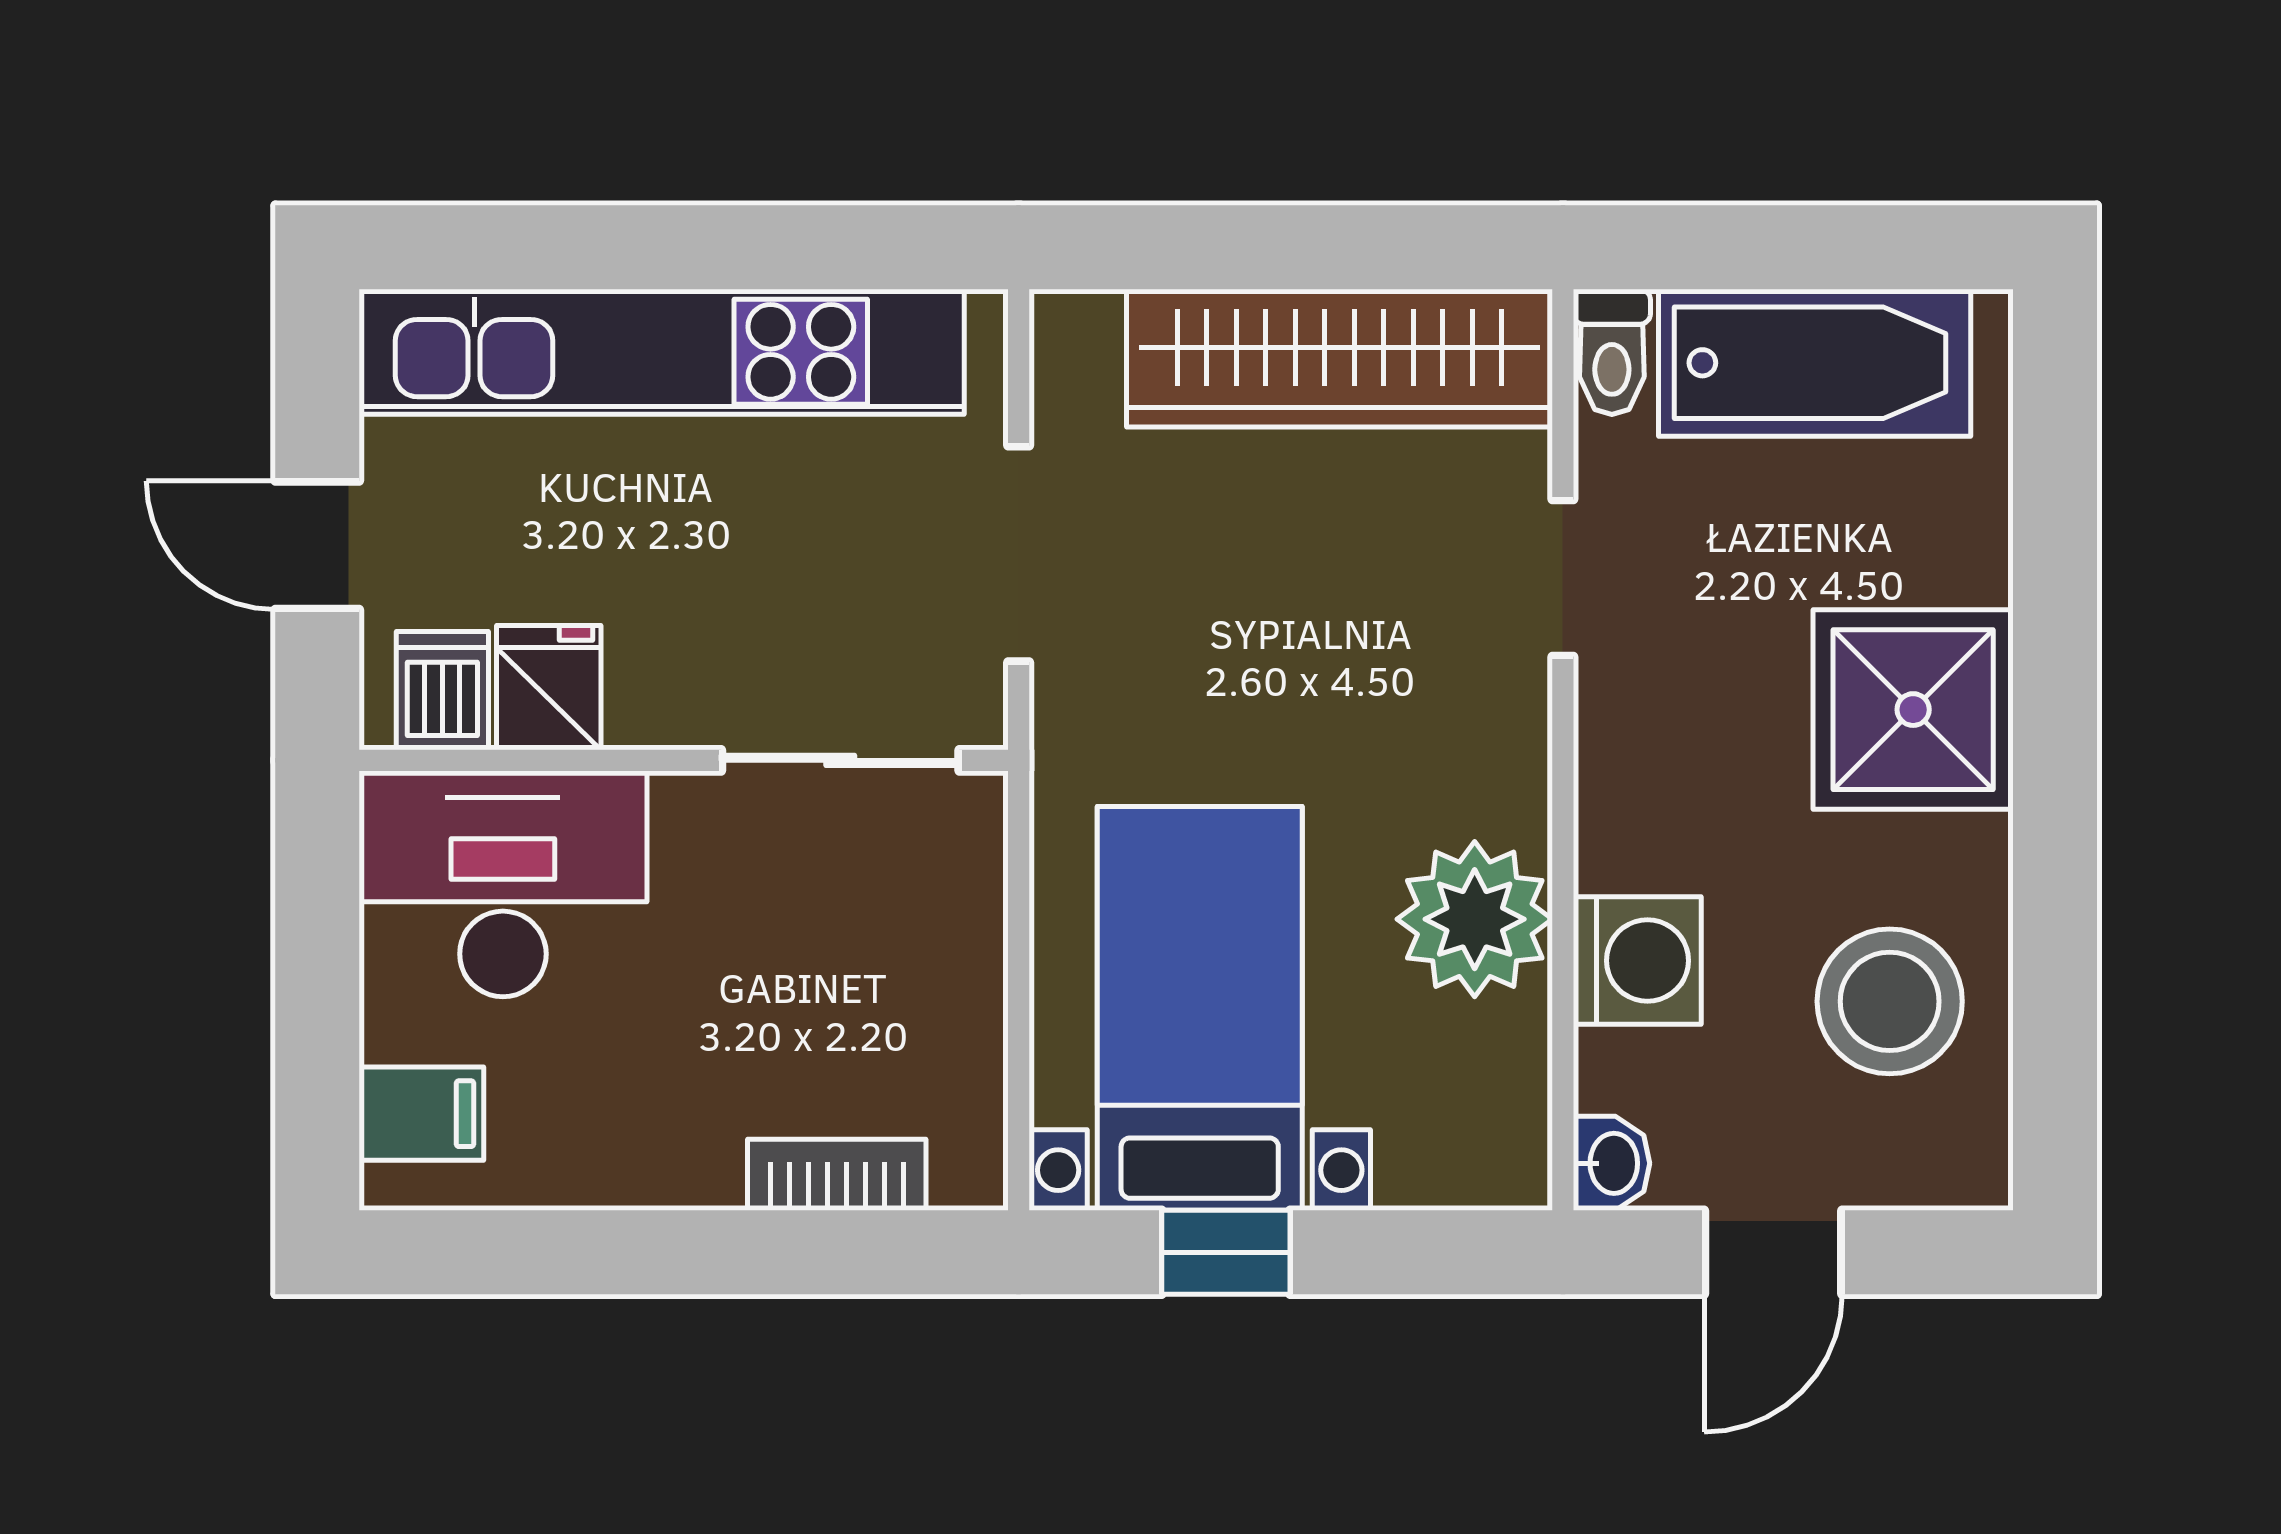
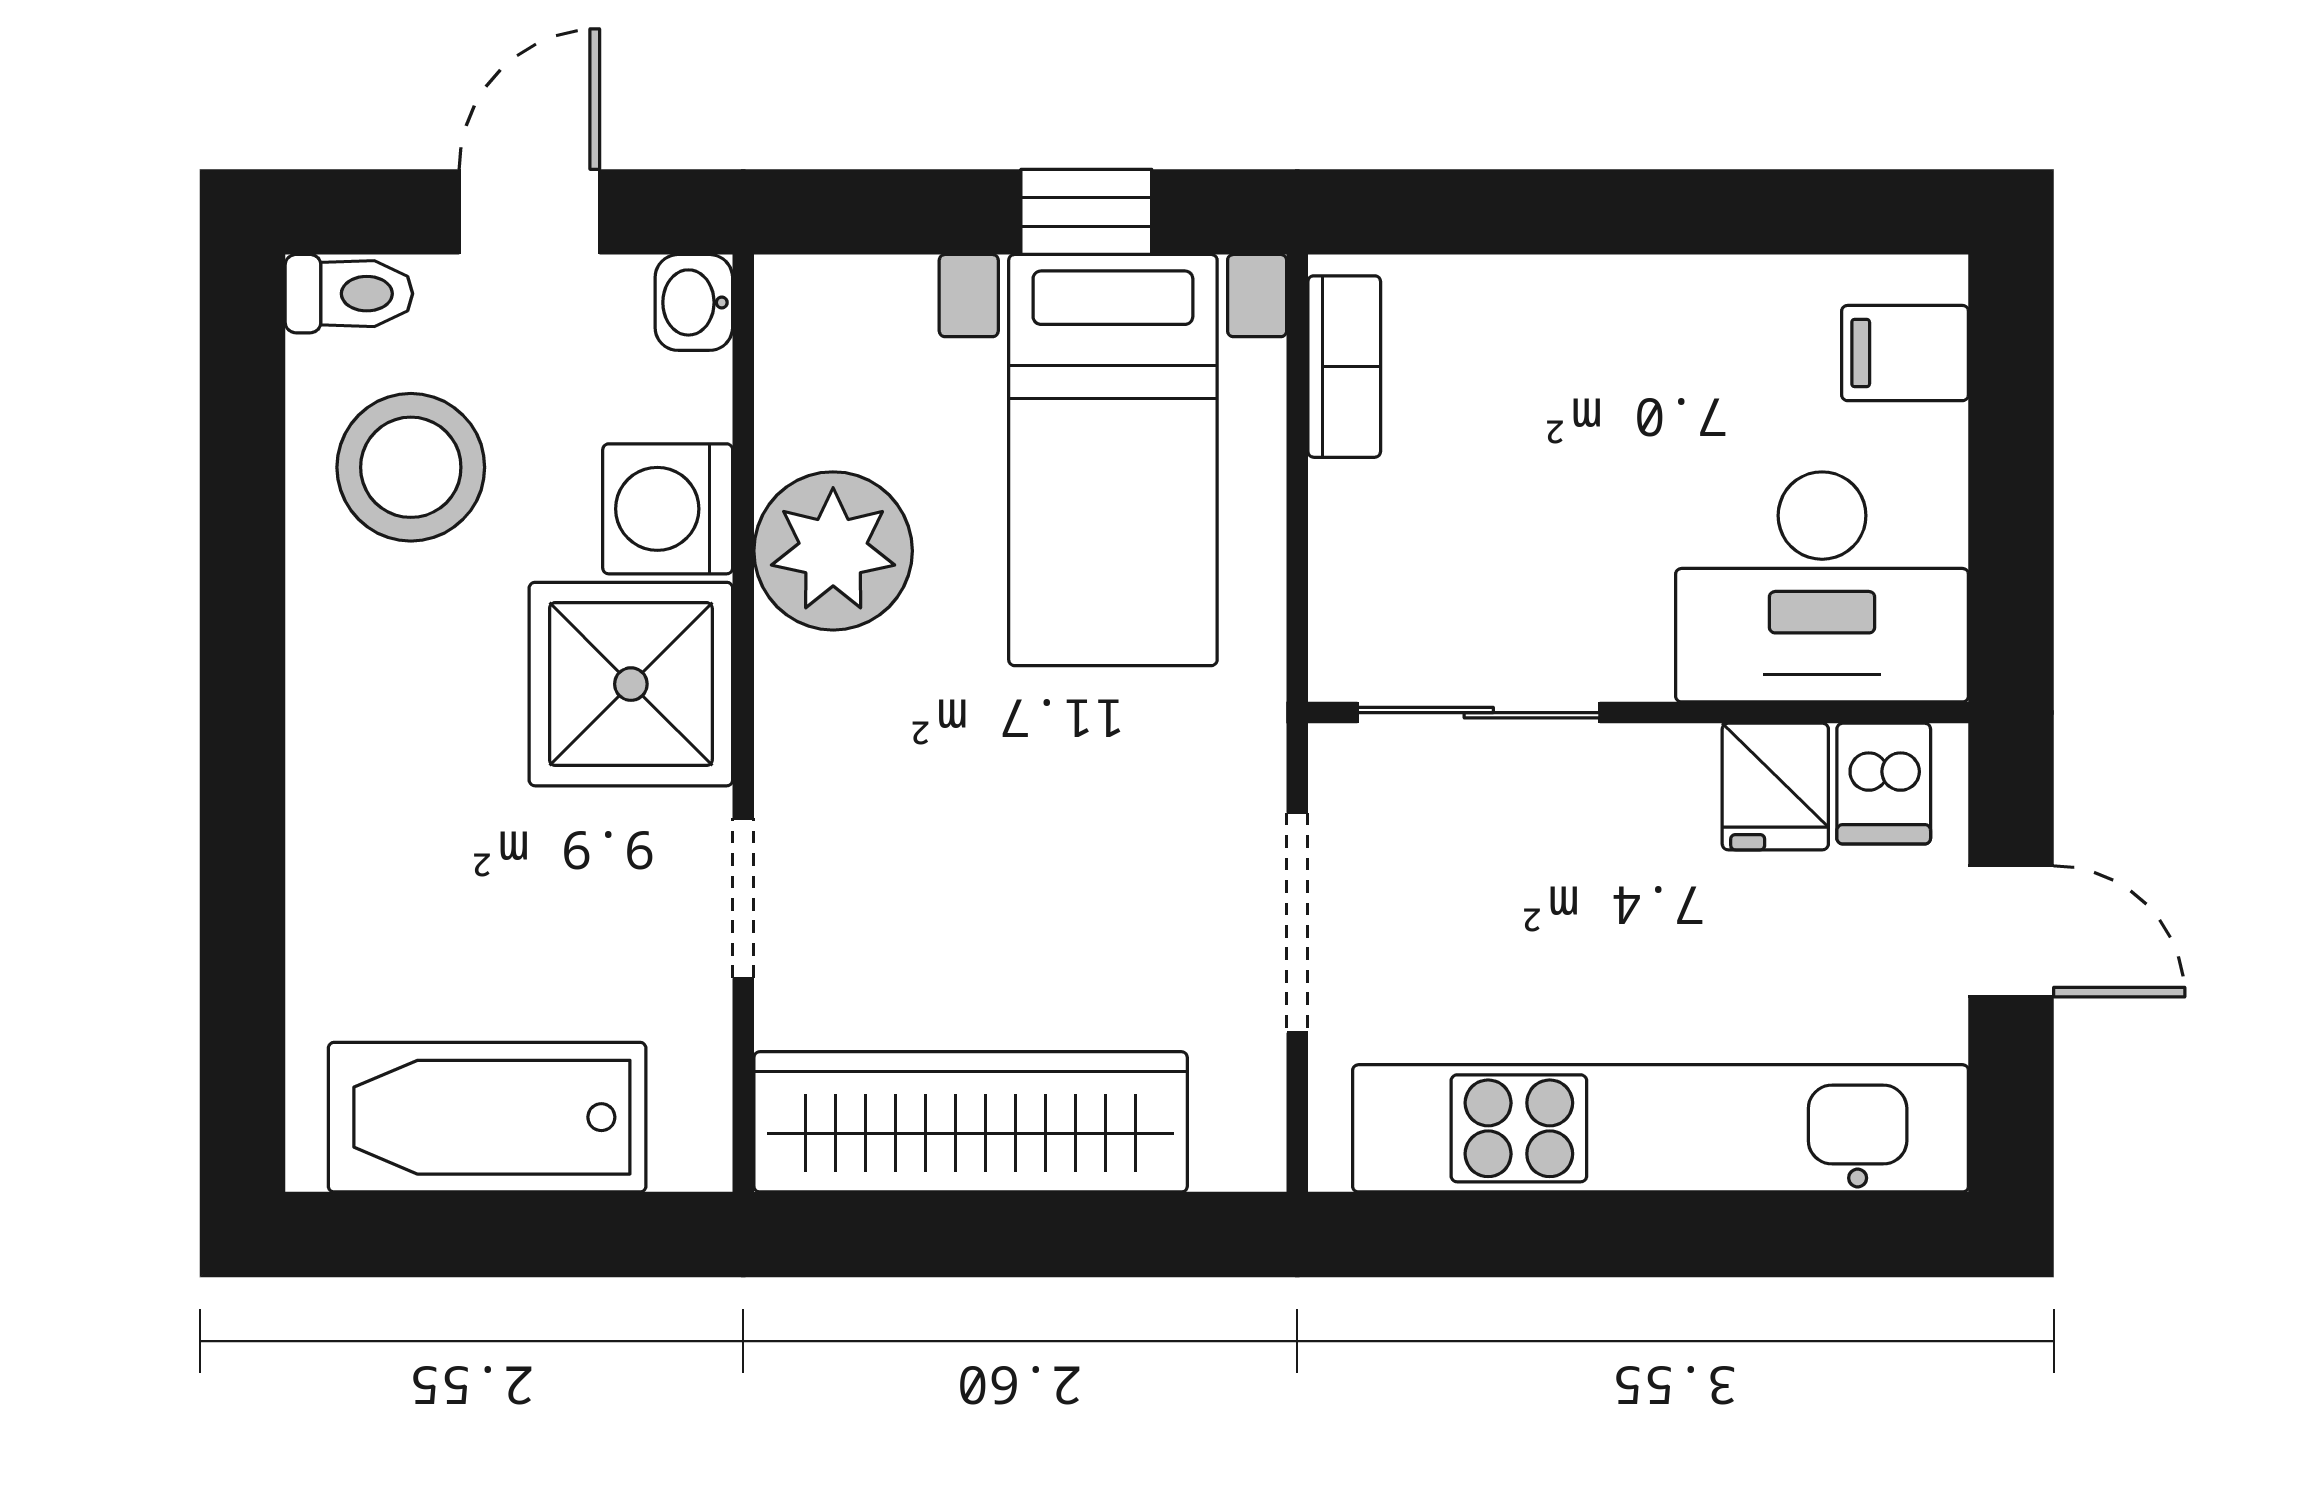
toilet: (1612, 352) -> (349, 294), moved, turned 90
shower: (1913, 710) -> (631, 684), moved
bookcase: (837, 1175) -> (1344, 367), moved, turned -90

